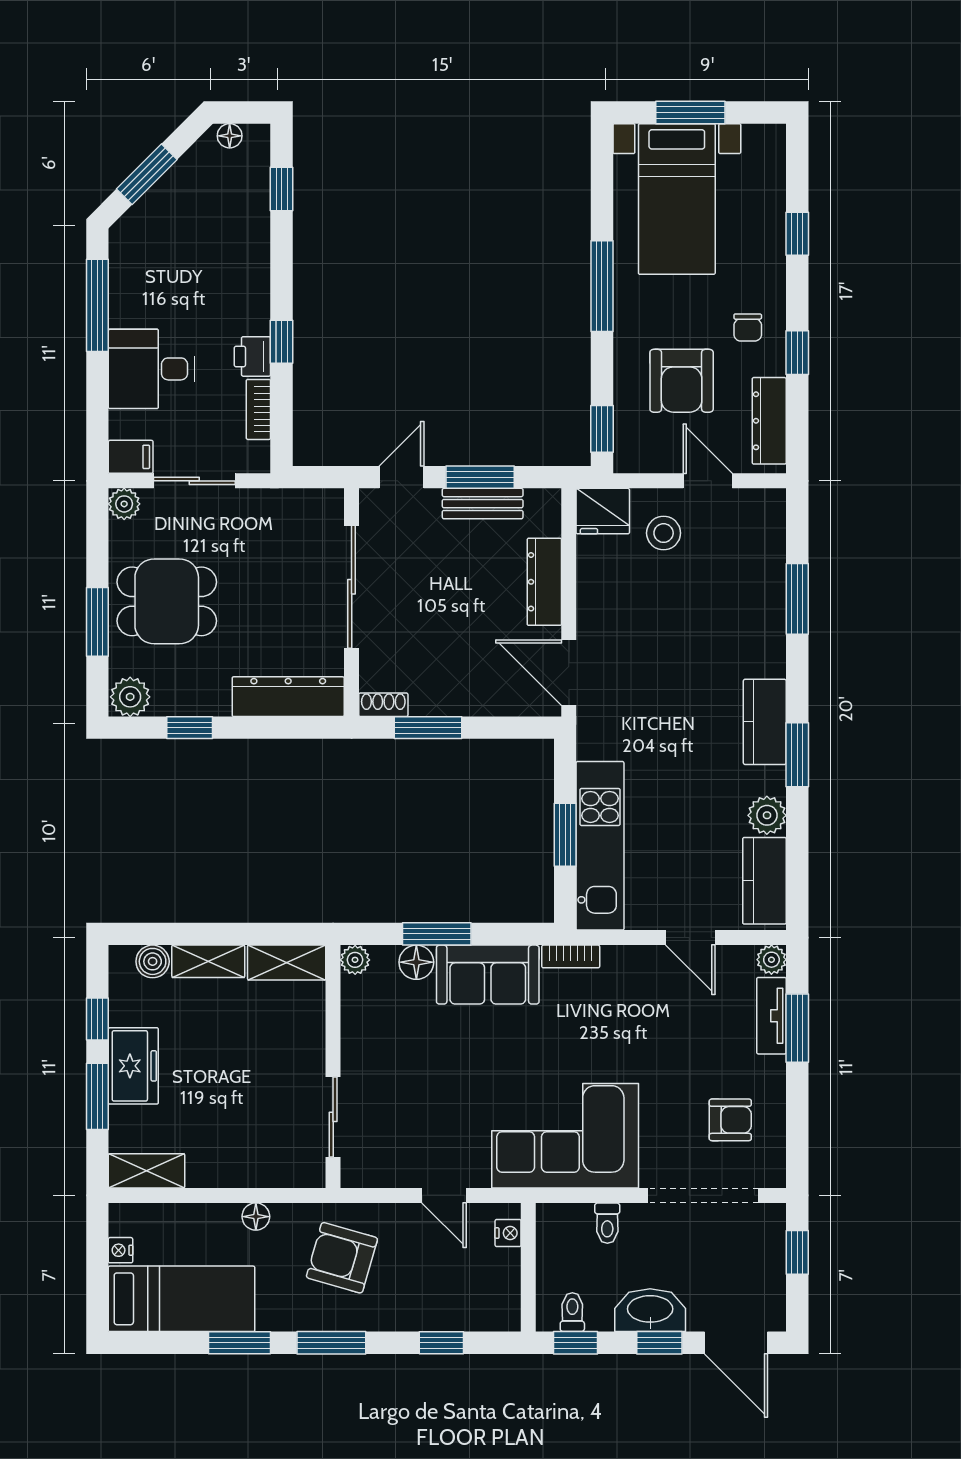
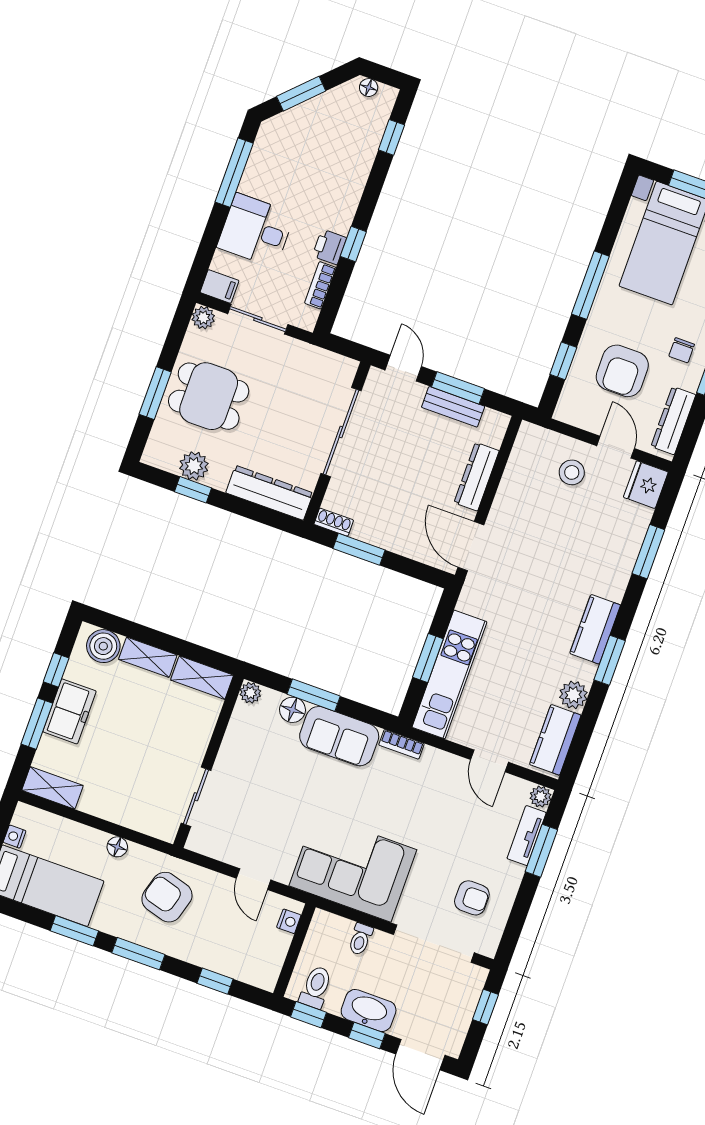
window: (602, 429) -> (563, 361), moved
door: (402, 477) -> (403, 368), hinge flipped
fridge: (603, 511) -> (646, 485), moved, turned 90
plant: (130, 697) -> (194, 466), moved
boiler: (153, 961) -> (103, 646), width x1.36, depth x1.36
toilet: (572, 1312) -> (316, 987), width x1.37, depth x1.39

